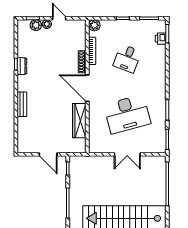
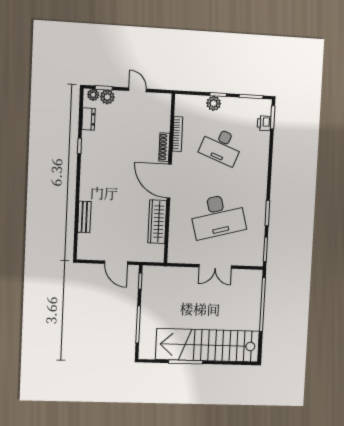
plant: (47, 24) -> (93, 95), moved
plant: (94, 25) -> (214, 103), moved
desk: (127, 59) -> (221, 146), width x1.37
dresser: (22, 66) -> (88, 119), moved
bench: (22, 104) -> (84, 217), moved

